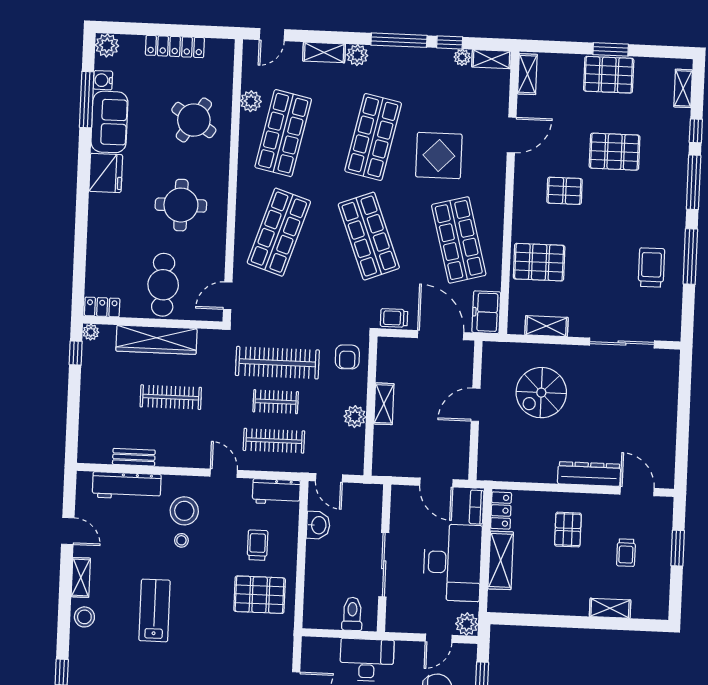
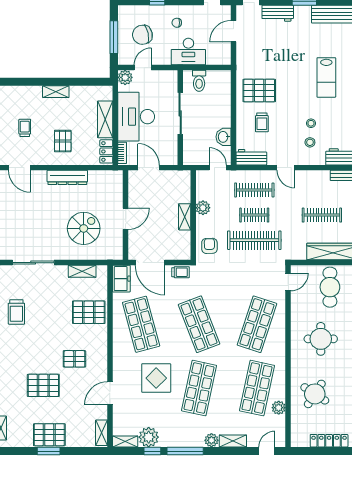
plant: (462, 57) -> (149, 437), width x1.88, depth x1.88
dresser: (589, 474) -> (67, 177), moved
stool: (184, 511) -> (310, 142), width x0.53, depth x0.53
shelving: (610, 608) -> (56, 92), moved

